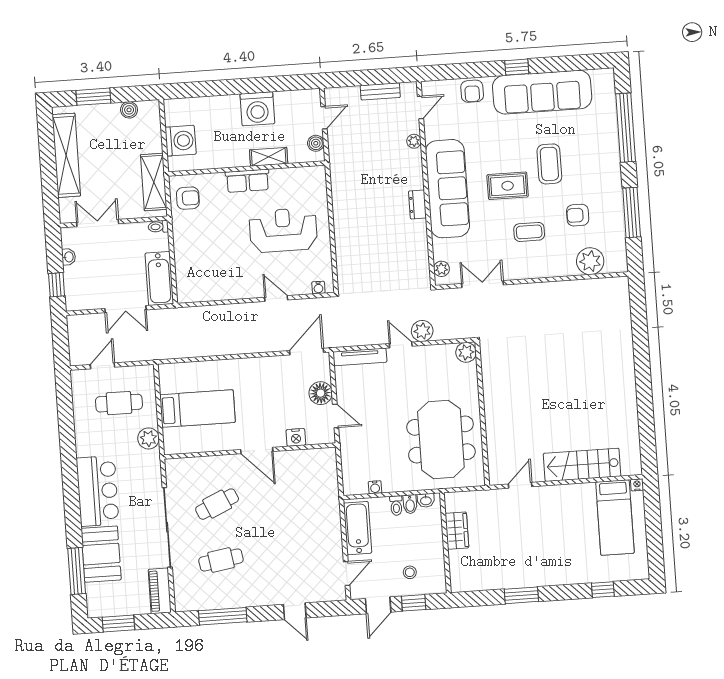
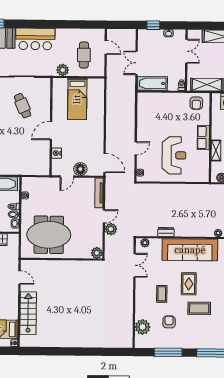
dresser: (417, 204) -> (166, 232), moved

